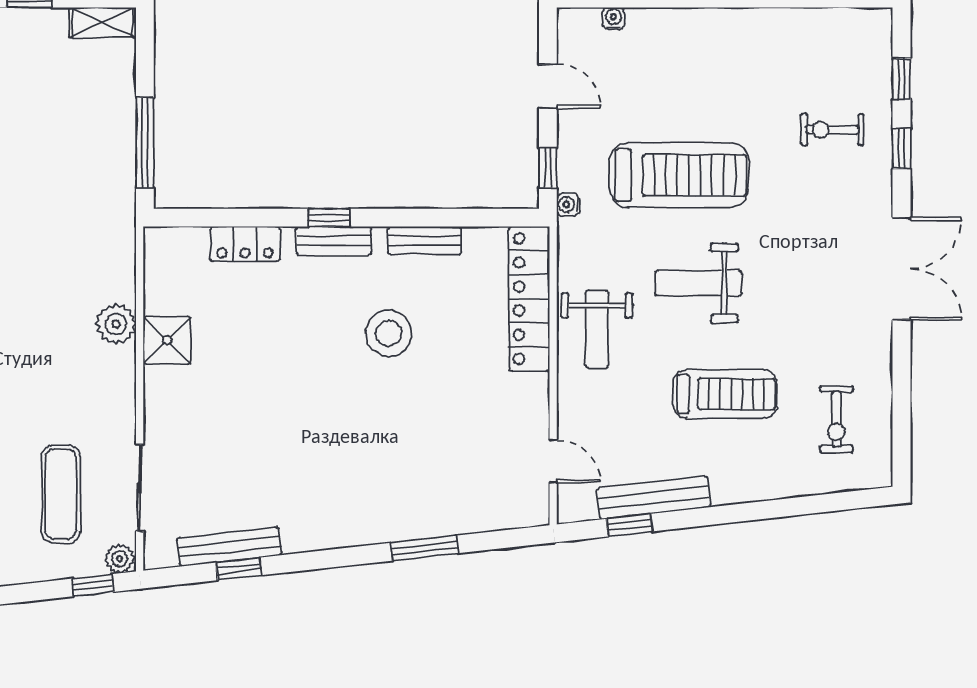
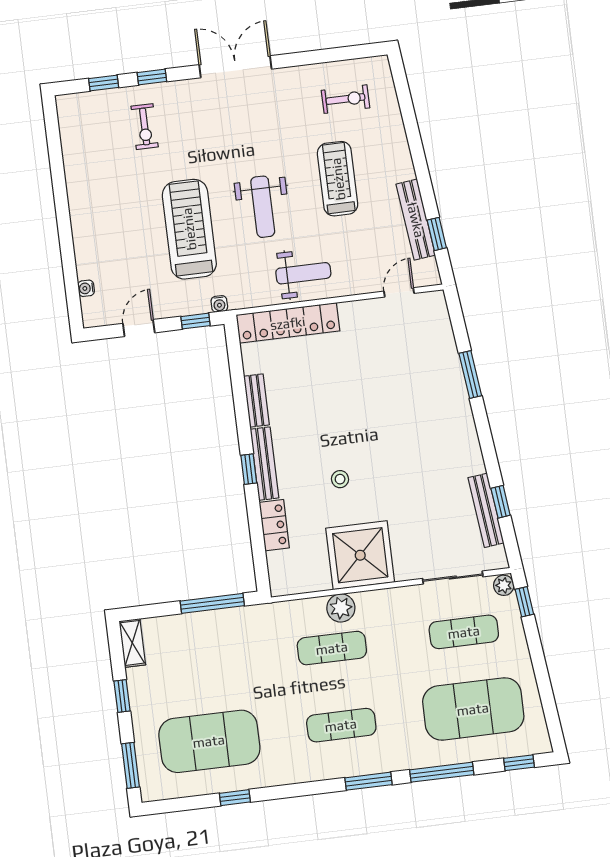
bench: (334, 241) -> (264, 464), width x1.36
exercise mat: (61, 304) -> (332, 648), added
stool: (389, 333) -> (340, 479), moved, width x0.53, depth x0.53
shower: (167, 340) -> (360, 555), width x1.86, depth x1.86

